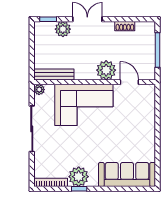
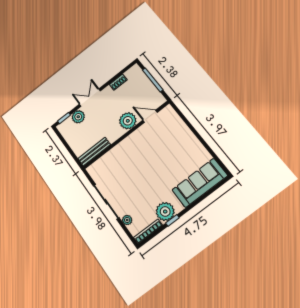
plant: (39, 90) -> (127, 220), moved
corner sofa: (84, 105) -> (130, 156), removed

